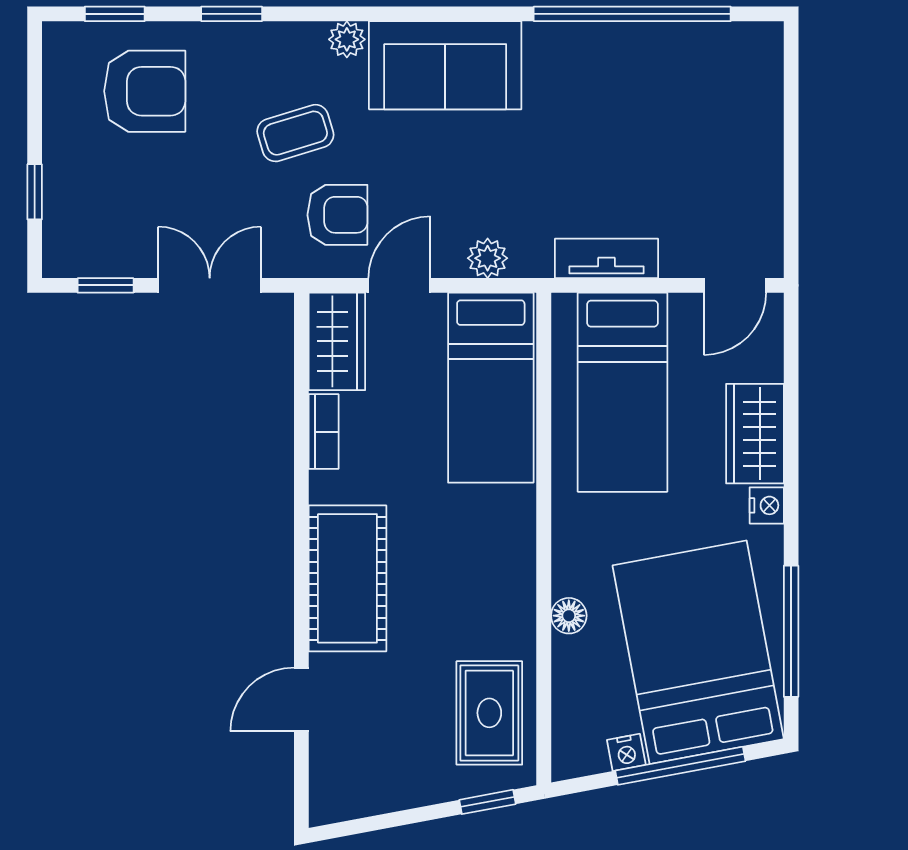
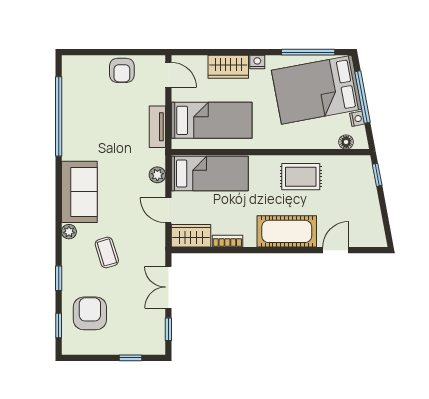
armchair: (337, 215) -> (122, 70), moved, turned 180
floor lamp: (569, 616) -> (346, 142), moved
door: (301, 699) -> (336, 250), swing flipped
rug: (489, 713) -> (301, 177), moved

